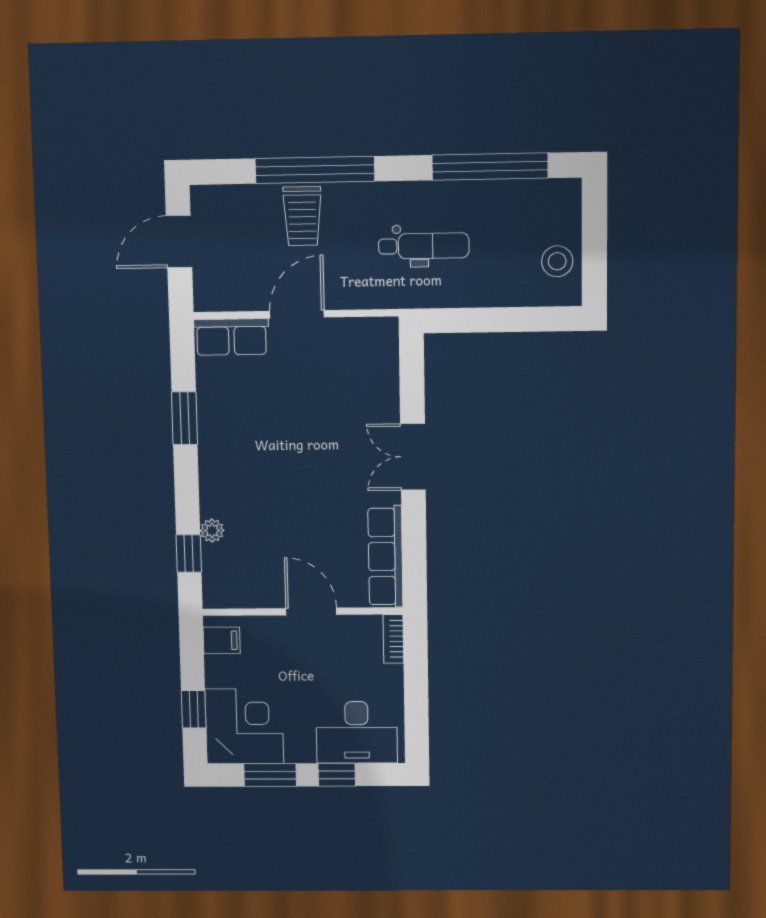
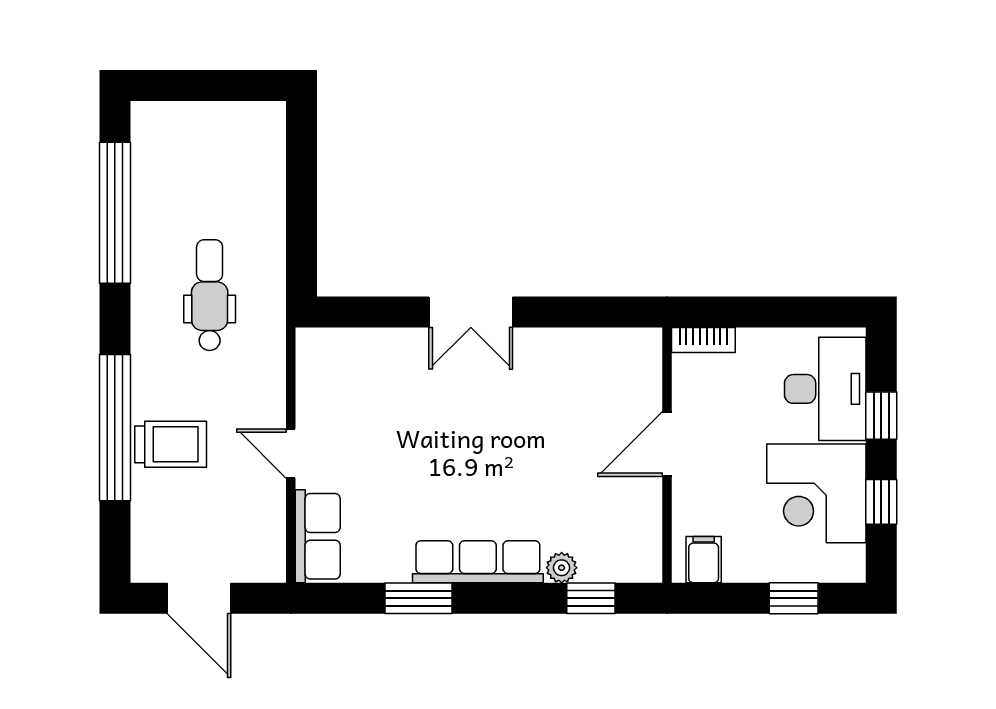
stool: (557, 261) -> (231, 131), removed
door: (297, 314) -> (291, 454), width x0.73
row of seats: (385, 557) -> (478, 562), moved, turned 180
corner desk: (244, 726) -> (816, 493), moved, turned -90
window: (270, 775) -> (881, 502), width x0.67

